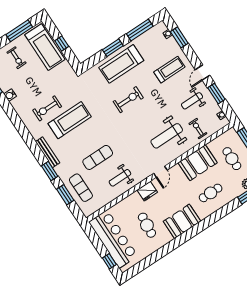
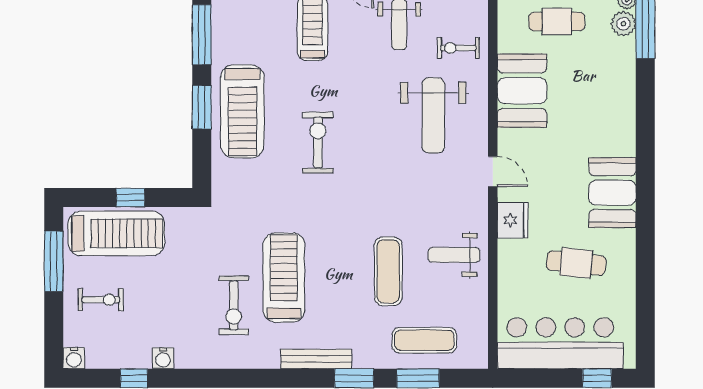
weight bench: (120, 178) -> (454, 255), turned 90
cafe table: (211, 193) -> (595, 104), removed

